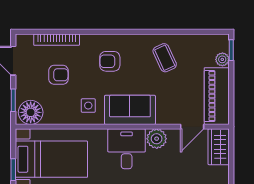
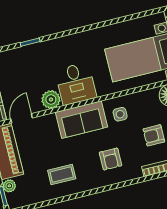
coffee table: (165, 58) -> (62, 175), turned -65
armchair: (110, 61) -> (111, 159), turned 90

